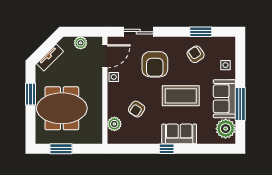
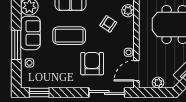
sliding door: (138, 32) -> (107, 93), width x1.37
window: (201, 32) -> (39, 93), moved
armchair: (196, 54) -> (56, 72), removed
window: (240, 104) -> (16, 45), moved

